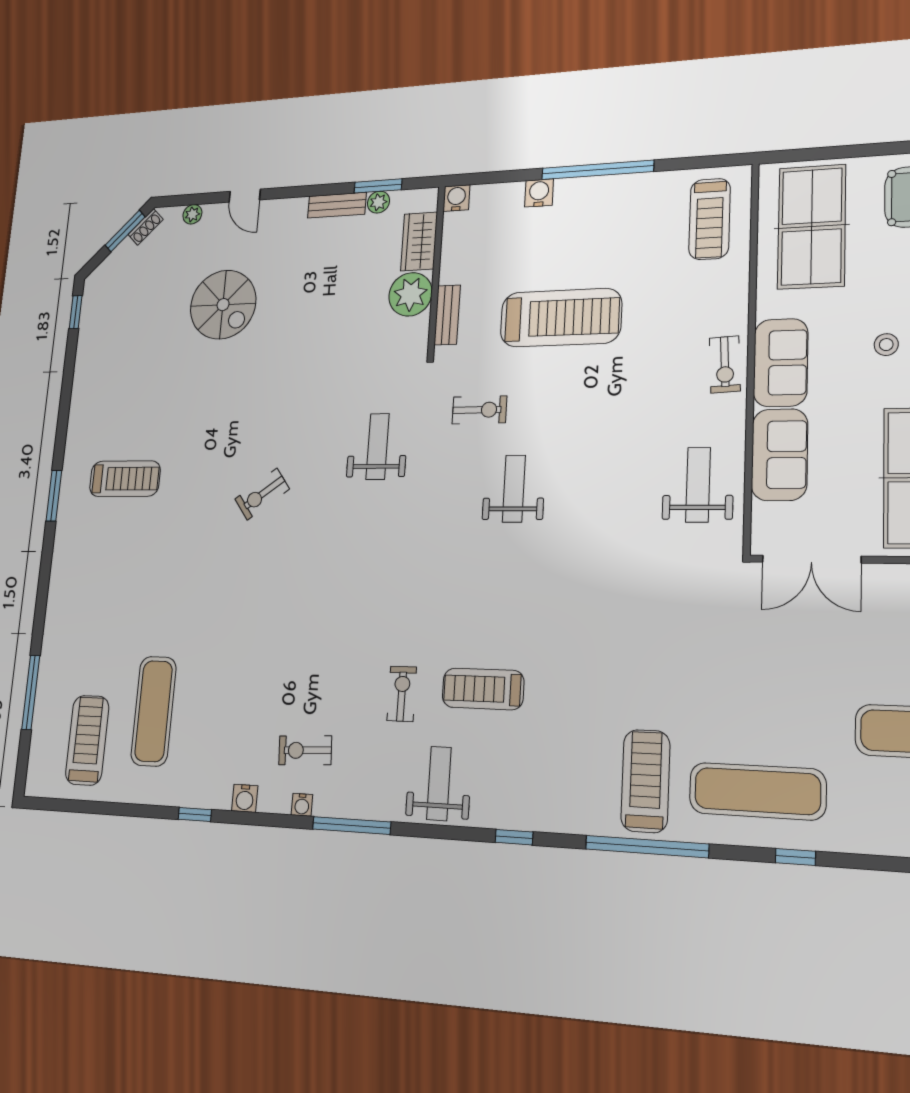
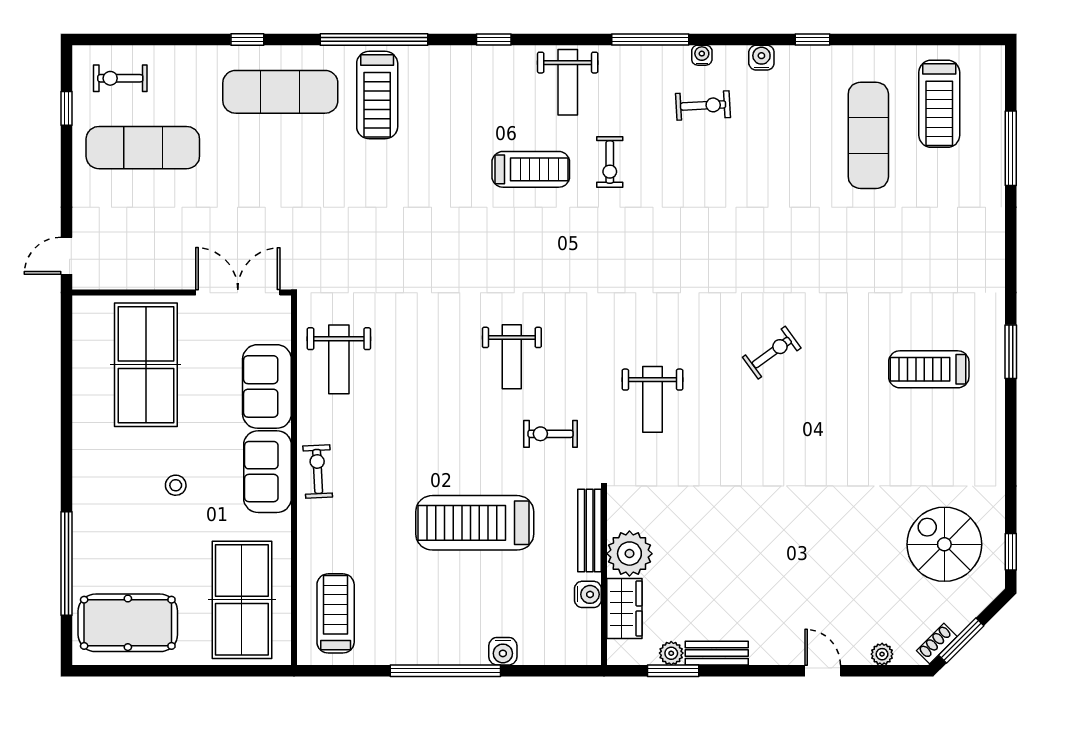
water cooler: (456, 198) -> (588, 594), moved, turned -90
spiral stairs: (223, 305) -> (944, 544), moved
bench: (447, 315) -> (590, 530), width x1.36

